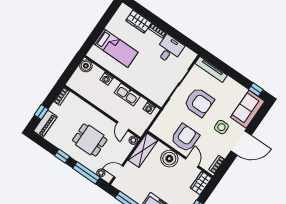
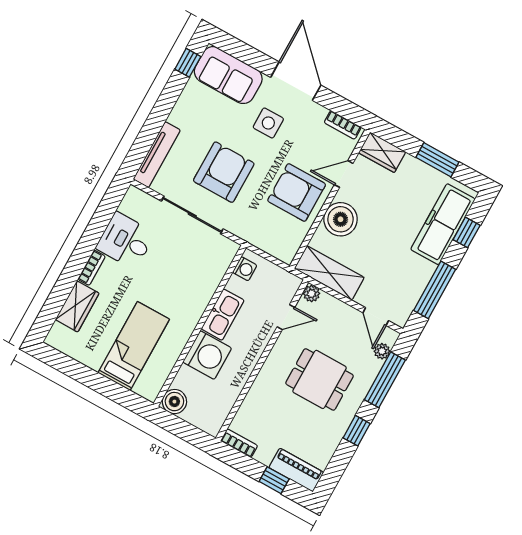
washing machine: (107, 79) -> (207, 355), width x1.89, depth x1.89
dining table: (90, 140) -> (320, 379), turned 90

